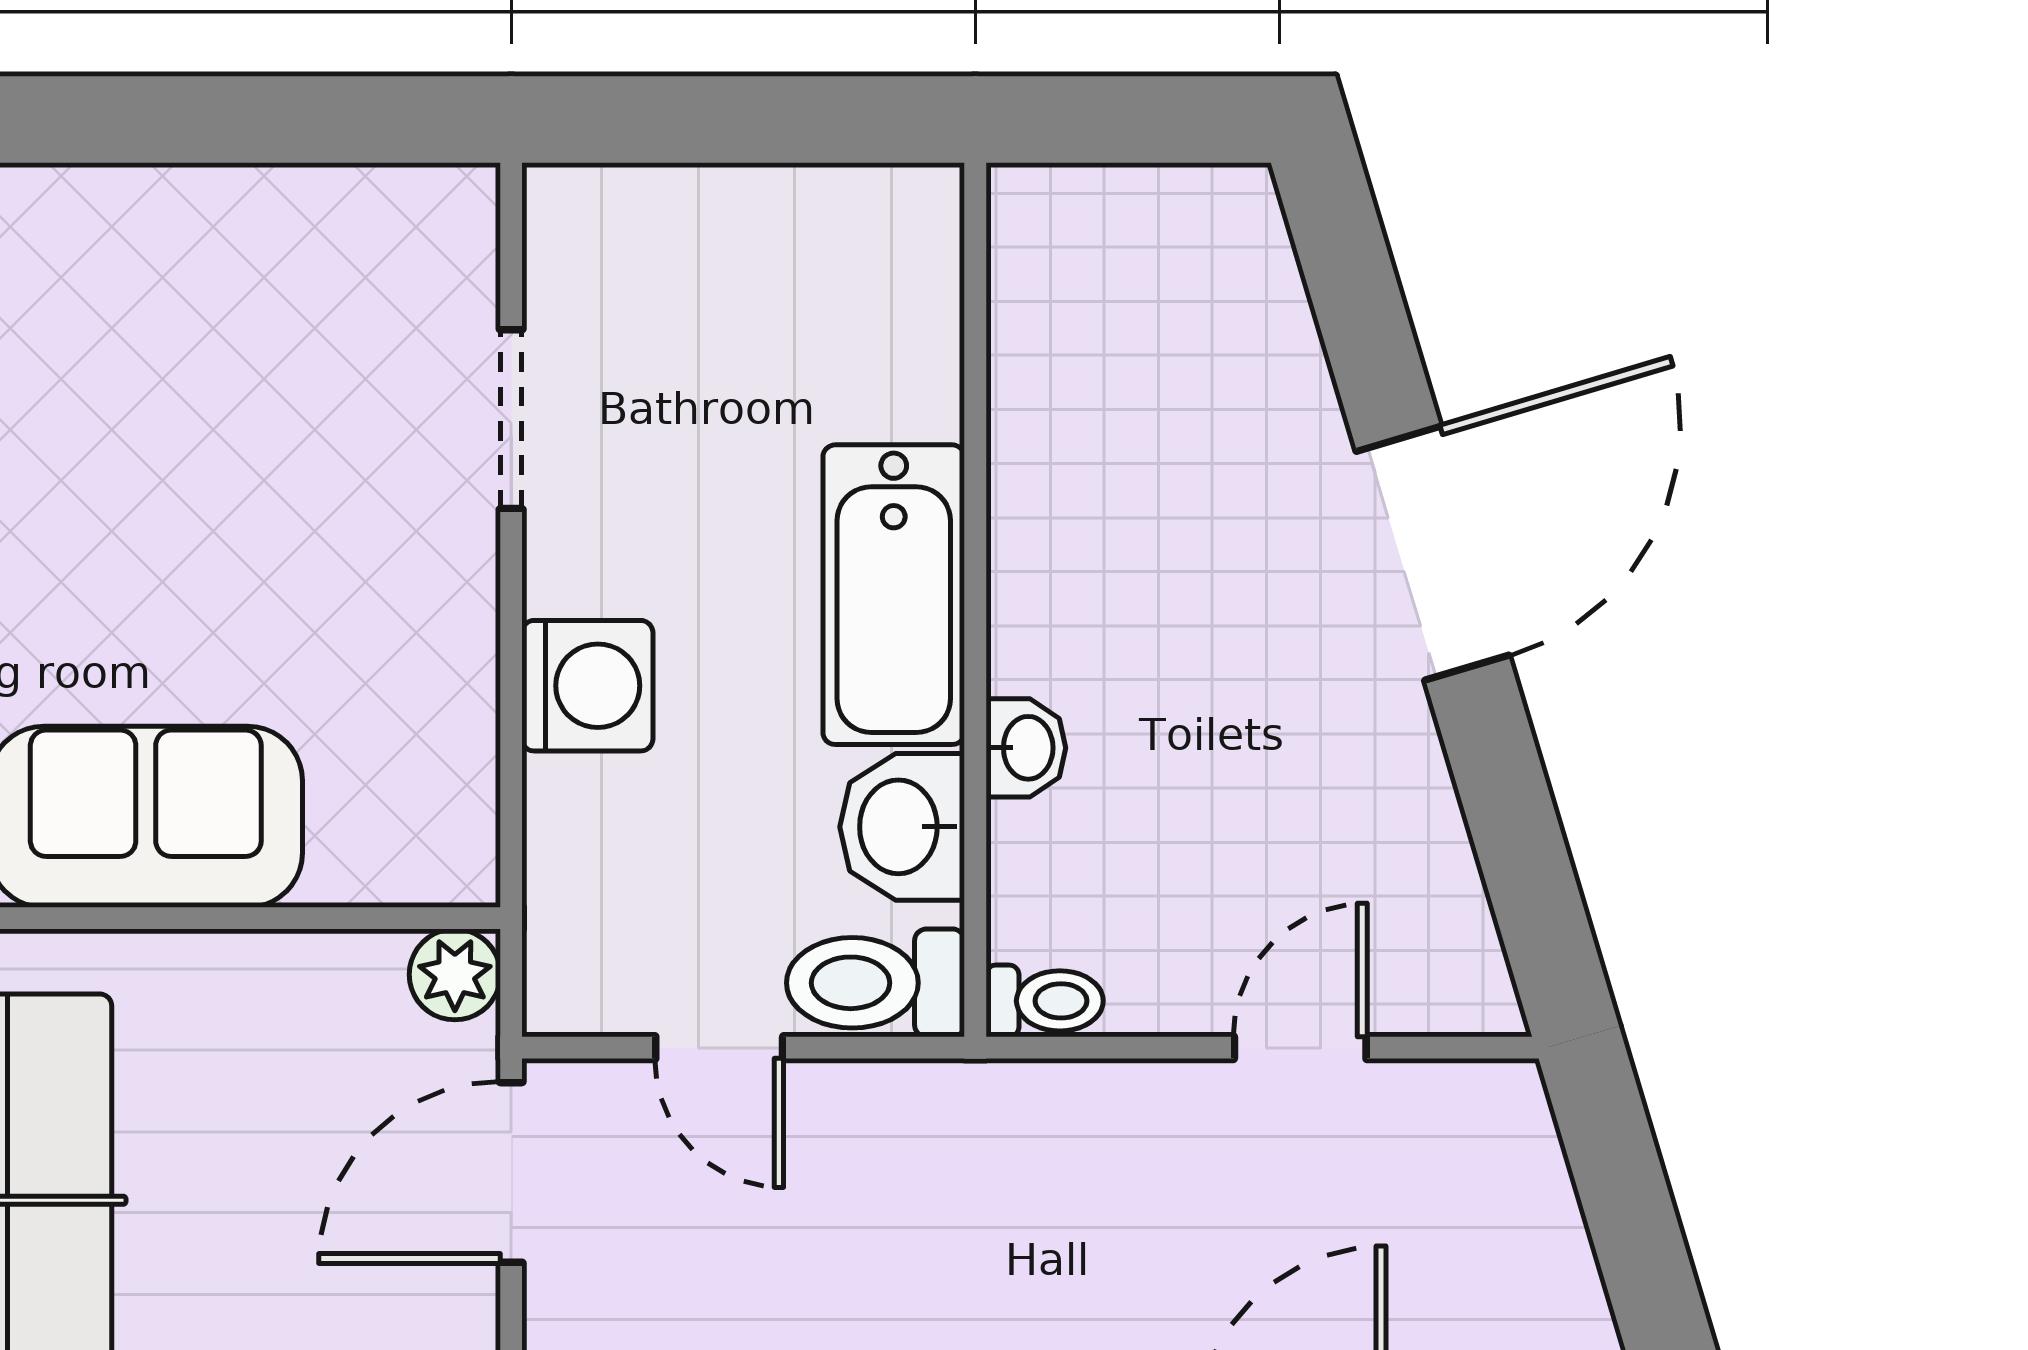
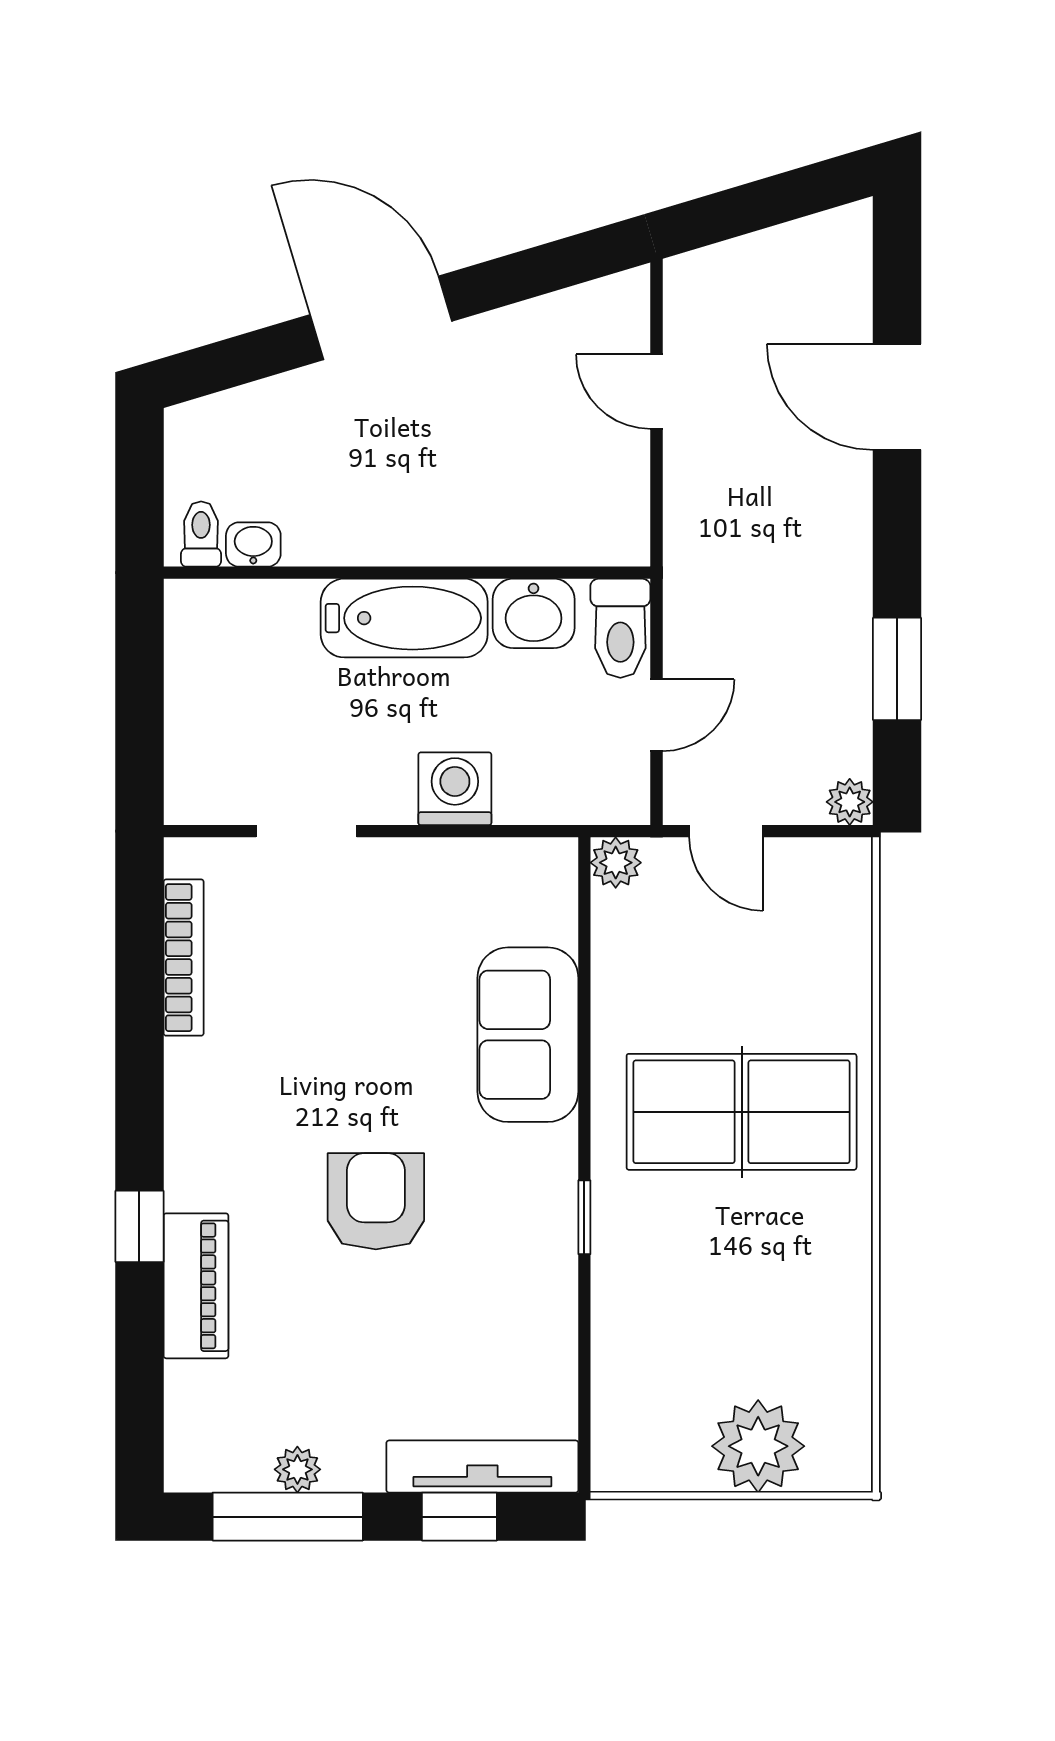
bookcase: (284, 199) -> (184, 958), added
washbasin: (1026, 748) -> (253, 544), moved
toilet: (1045, 1001) -> (201, 534), moved
door: (511, 1172) -> (726, 831), width x0.73

